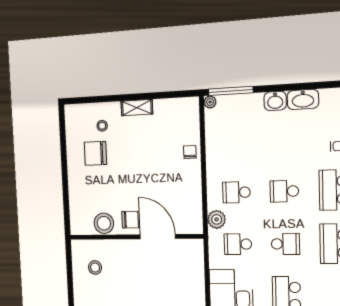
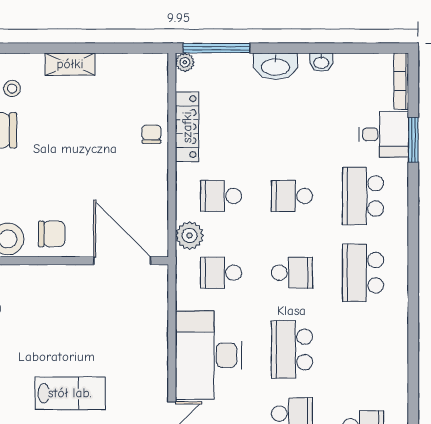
washbasin: (303, 99) -> (321, 62), width x0.52, depth x0.69
washbasin: (275, 101) -> (275, 66), width x1.38
locker: (213, 146) -> (187, 127), added
door: (158, 237) -> (122, 261), moved

